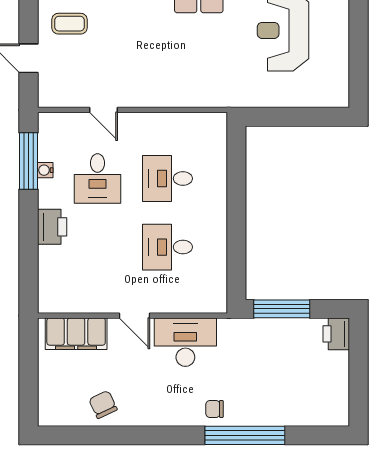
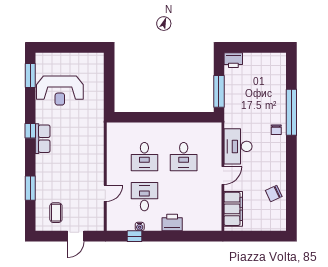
window: (28, 161) -> (135, 236), width x0.46
desk: (97, 178) -> (144, 197), turned -90

